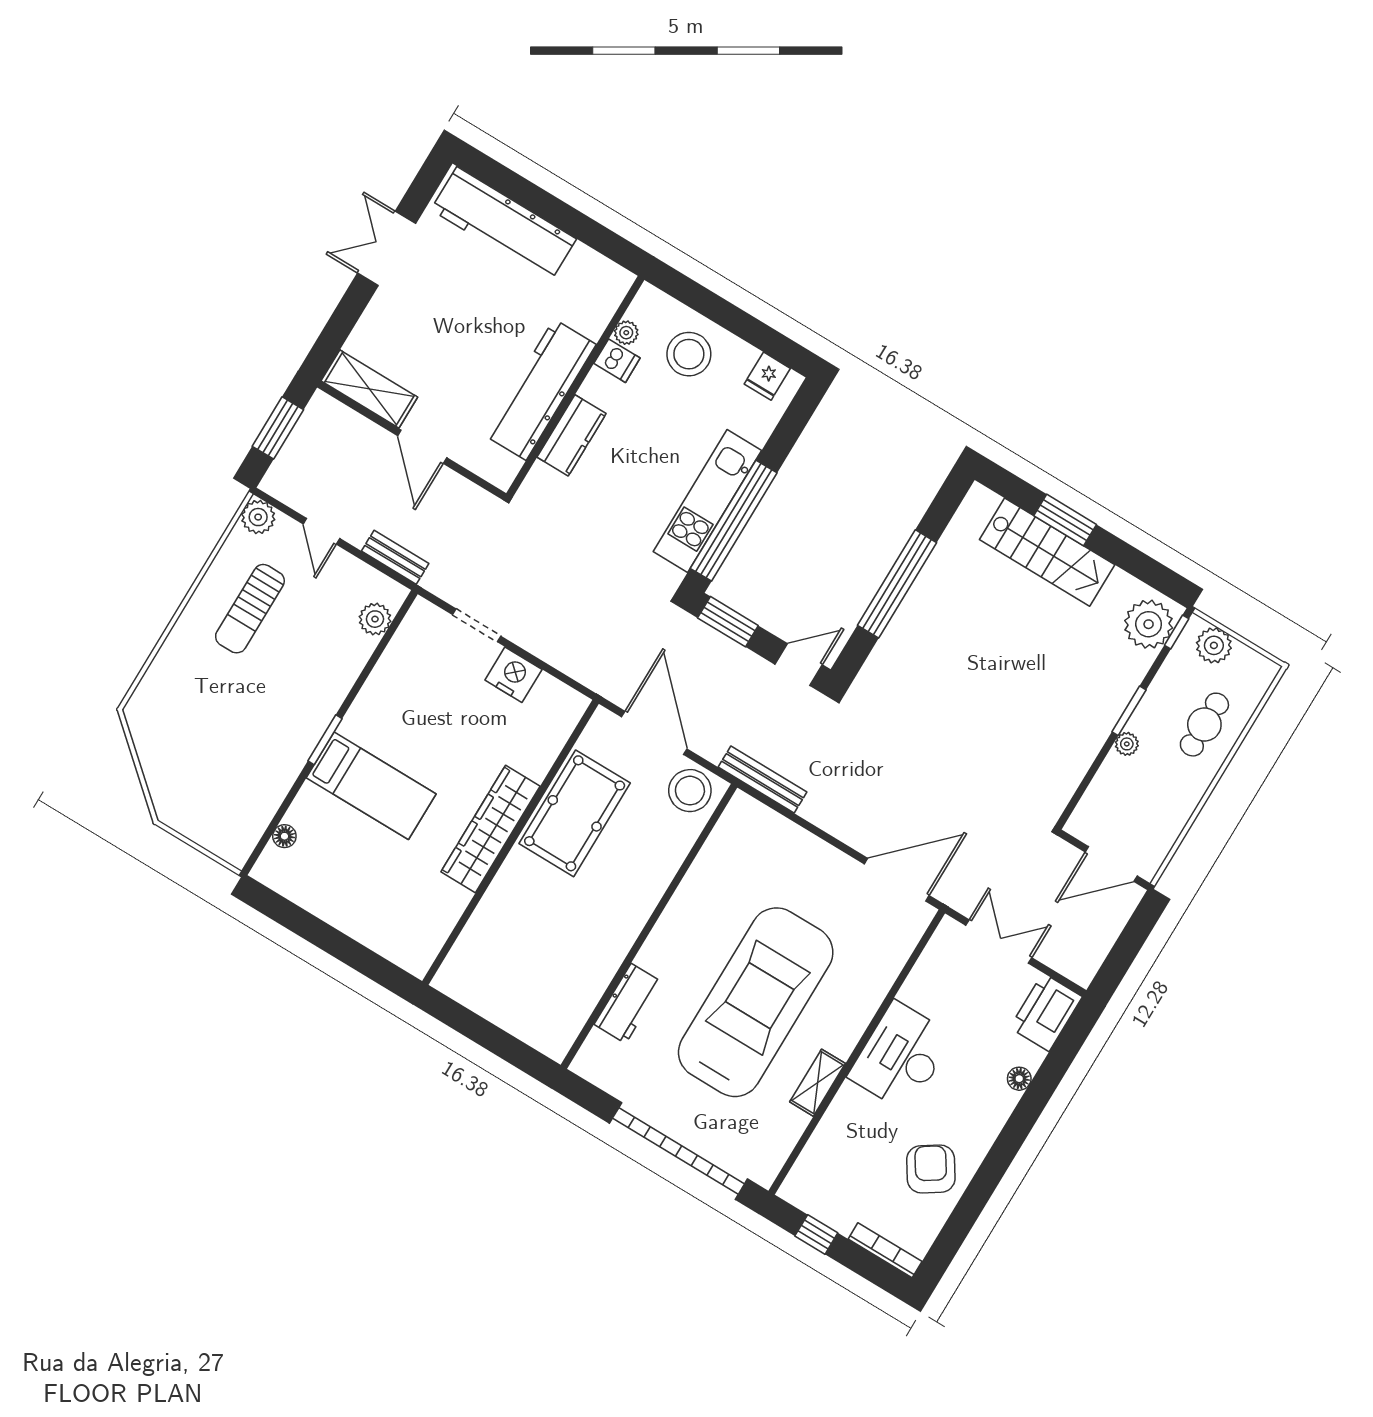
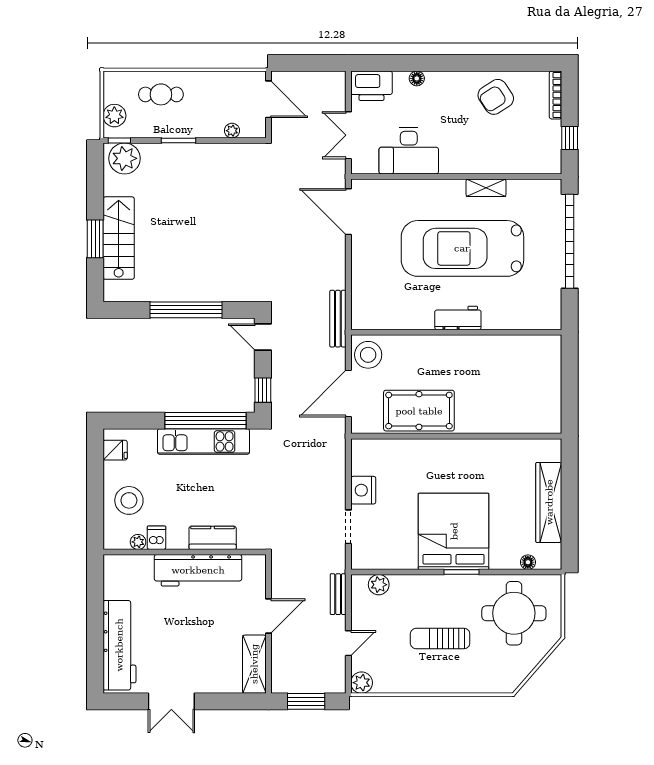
sun lounger: (250, 609) -> (440, 639), moved, turned 180
window: (728, 622) -> (263, 390), width x0.67
plant: (1127, 744) -> (232, 131), moved
round table: (228, 776) -> (514, 613), added
bed: (371, 786) -> (454, 531), width x2.04
wardrobe: (491, 829) -> (549, 502), moved, turned 90
workbench: (628, 1003) -> (458, 318), moved
desk: (901, 1056) -> (409, 151), moved

